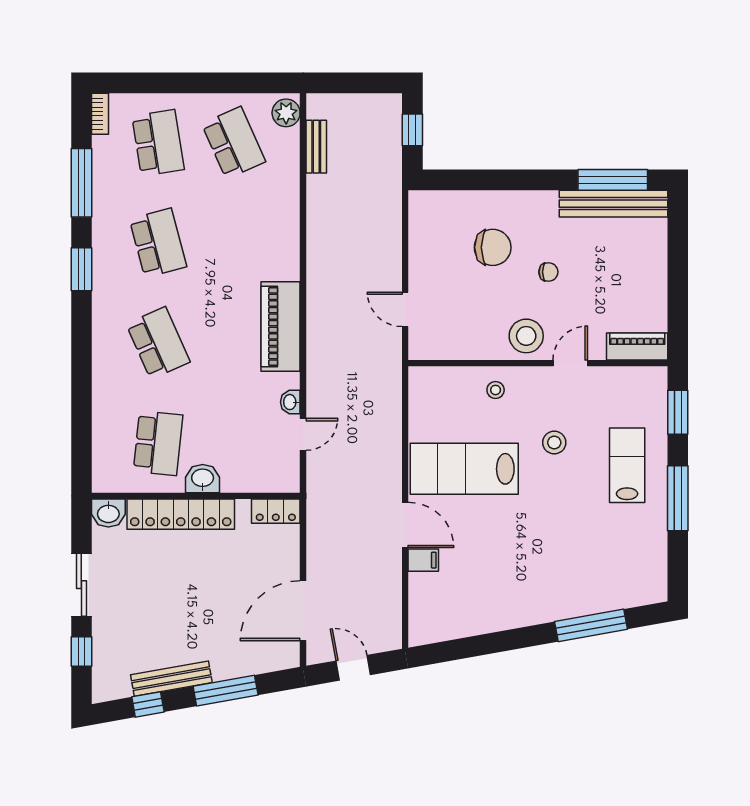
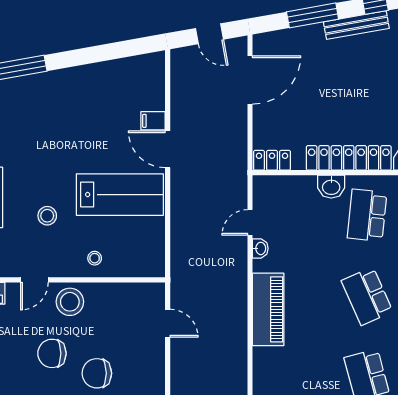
chair: (548, 272) -> (52, 353), width x1.87, depth x1.87

